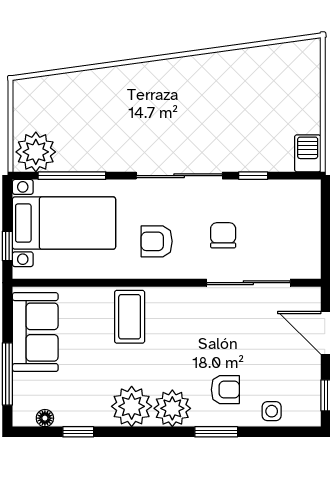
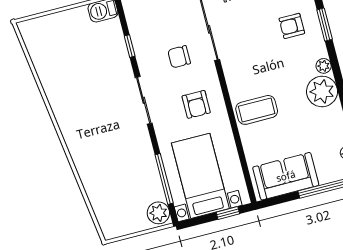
plant: (36, 152) -> (158, 213), width x0.73, depth x0.73
sliding door: (179, 176) -> (144, 100), width x0.73
armchair: (225, 390) -> (292, 26), turned -90
plant: (172, 408) -> (324, 66), width x0.53, depth x0.53

